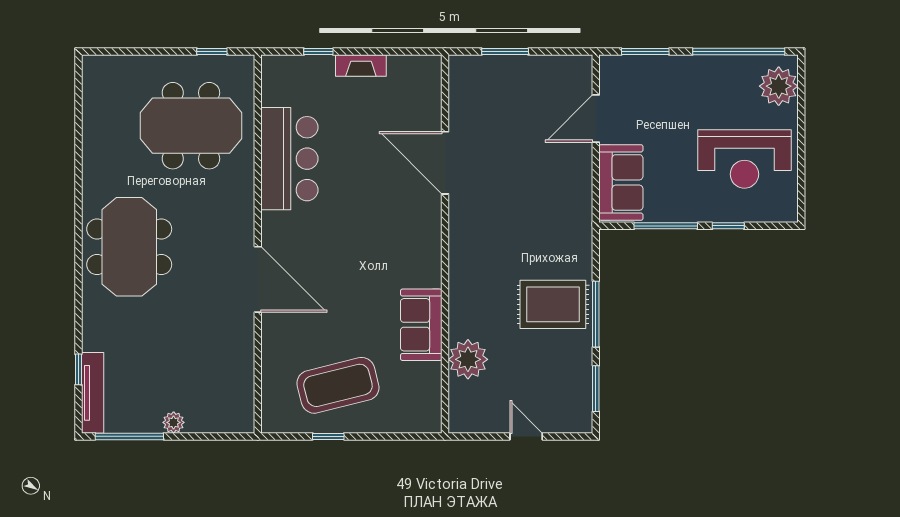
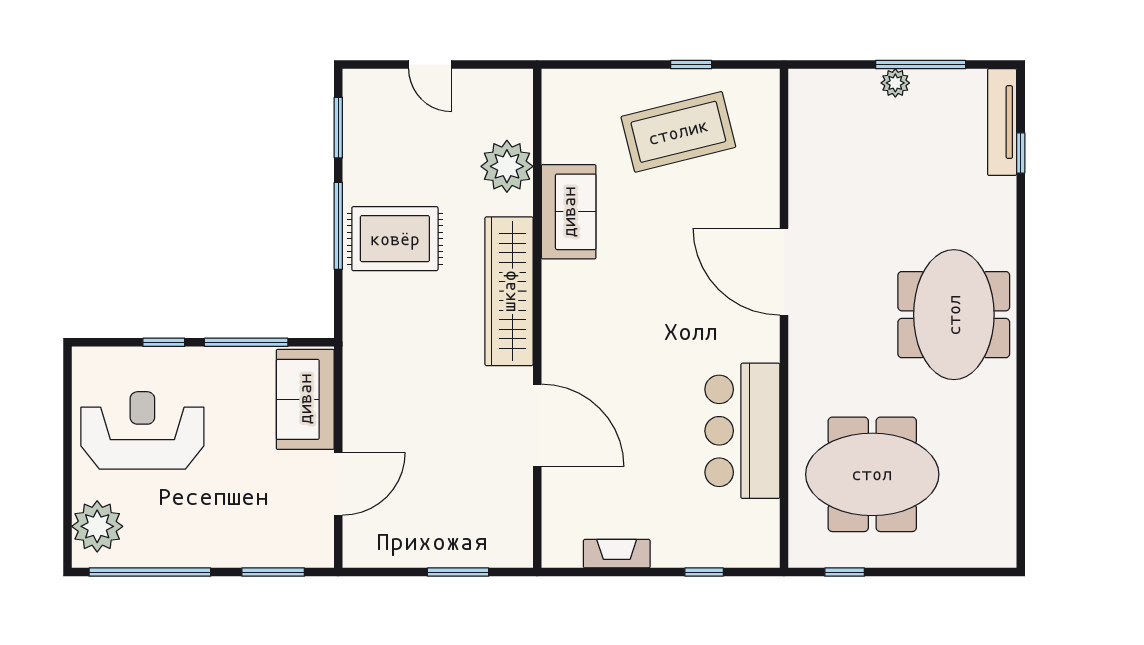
fireplace: (361, 66) -> (617, 554), moved
wardrobe: (466, 265) -> (509, 291), added
window: (129, 436) -> (921, 65), moved

